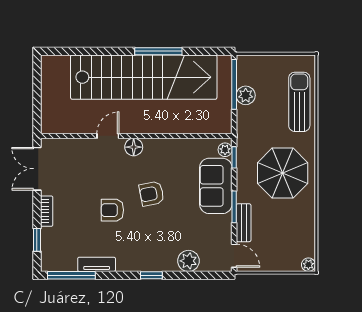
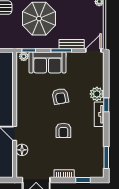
floor lamp: (134, 147) -> (22, 150), moved
armchair: (152, 194) -> (60, 96), moved
plant: (188, 261) -> (97, 94), moved
tv unit: (97, 264) -> (99, 114), moved
window: (71, 275) -> (106, 157), width x0.69

